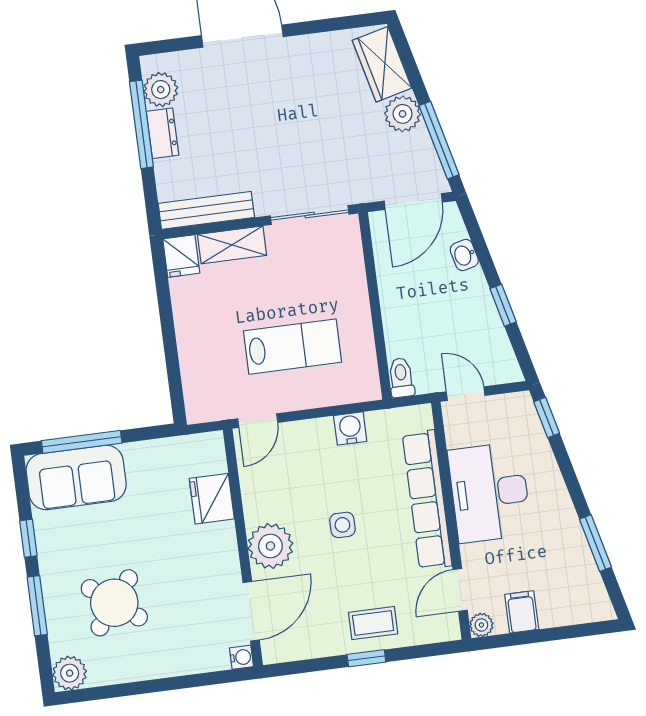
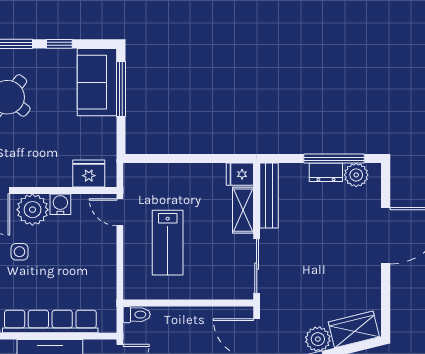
water cooler: (350, 428) -> (60, 204), moved, turned -90
fridge: (212, 499) -> (89, 174), moved
side table: (342, 525) -> (19, 252), moved

